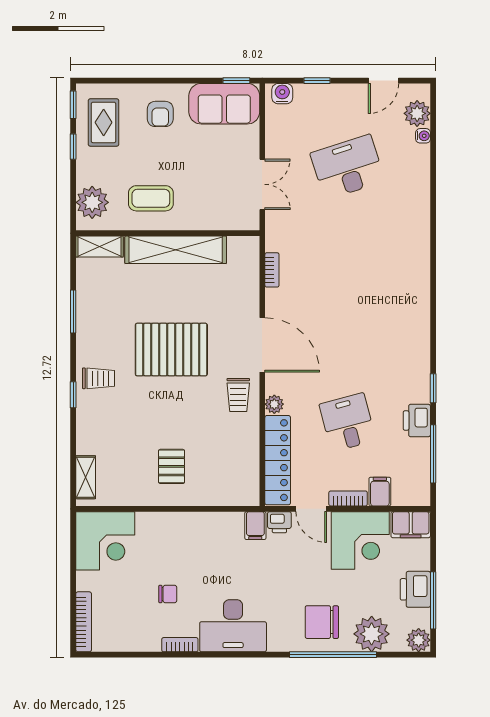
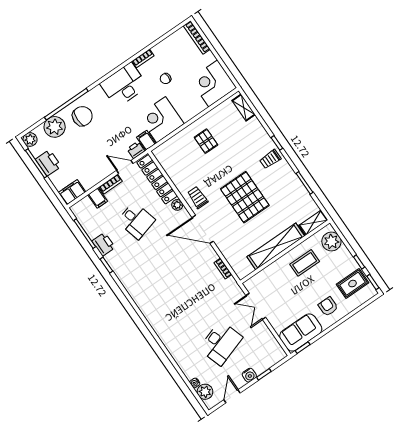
water cooler: (282, 94) -> (249, 375), moved
rug: (104, 122) -> (352, 284), turned 90
pallet: (171, 350) -> (245, 197), turned 90
corner desk: (360, 540) -> (161, 120), moved

